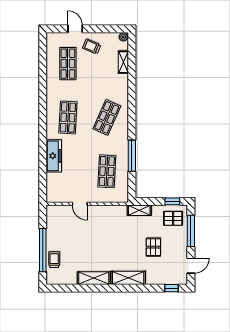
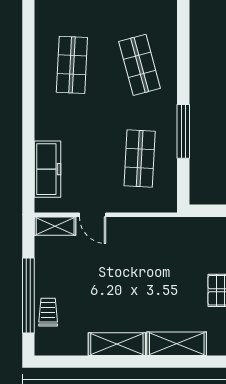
shop shelf: (107, 117) -> (140, 65), turned -39
freezer: (54, 156) -> (48, 169), moved
shelving: (139, 210) -> (55, 226), moved

